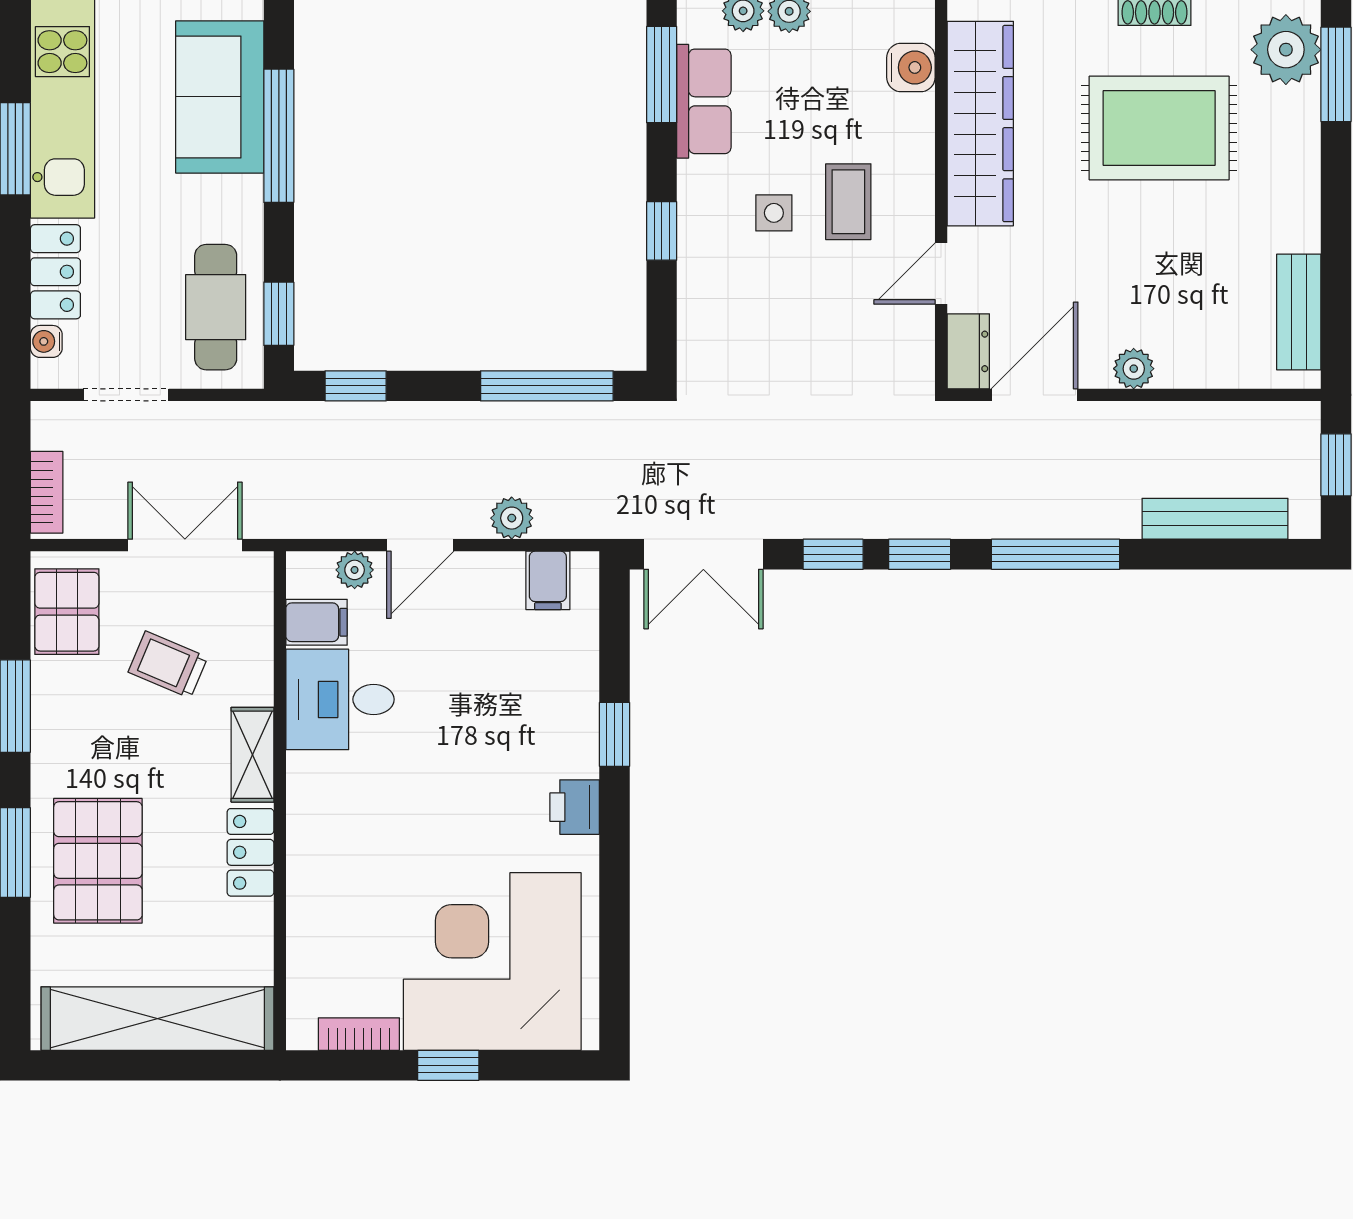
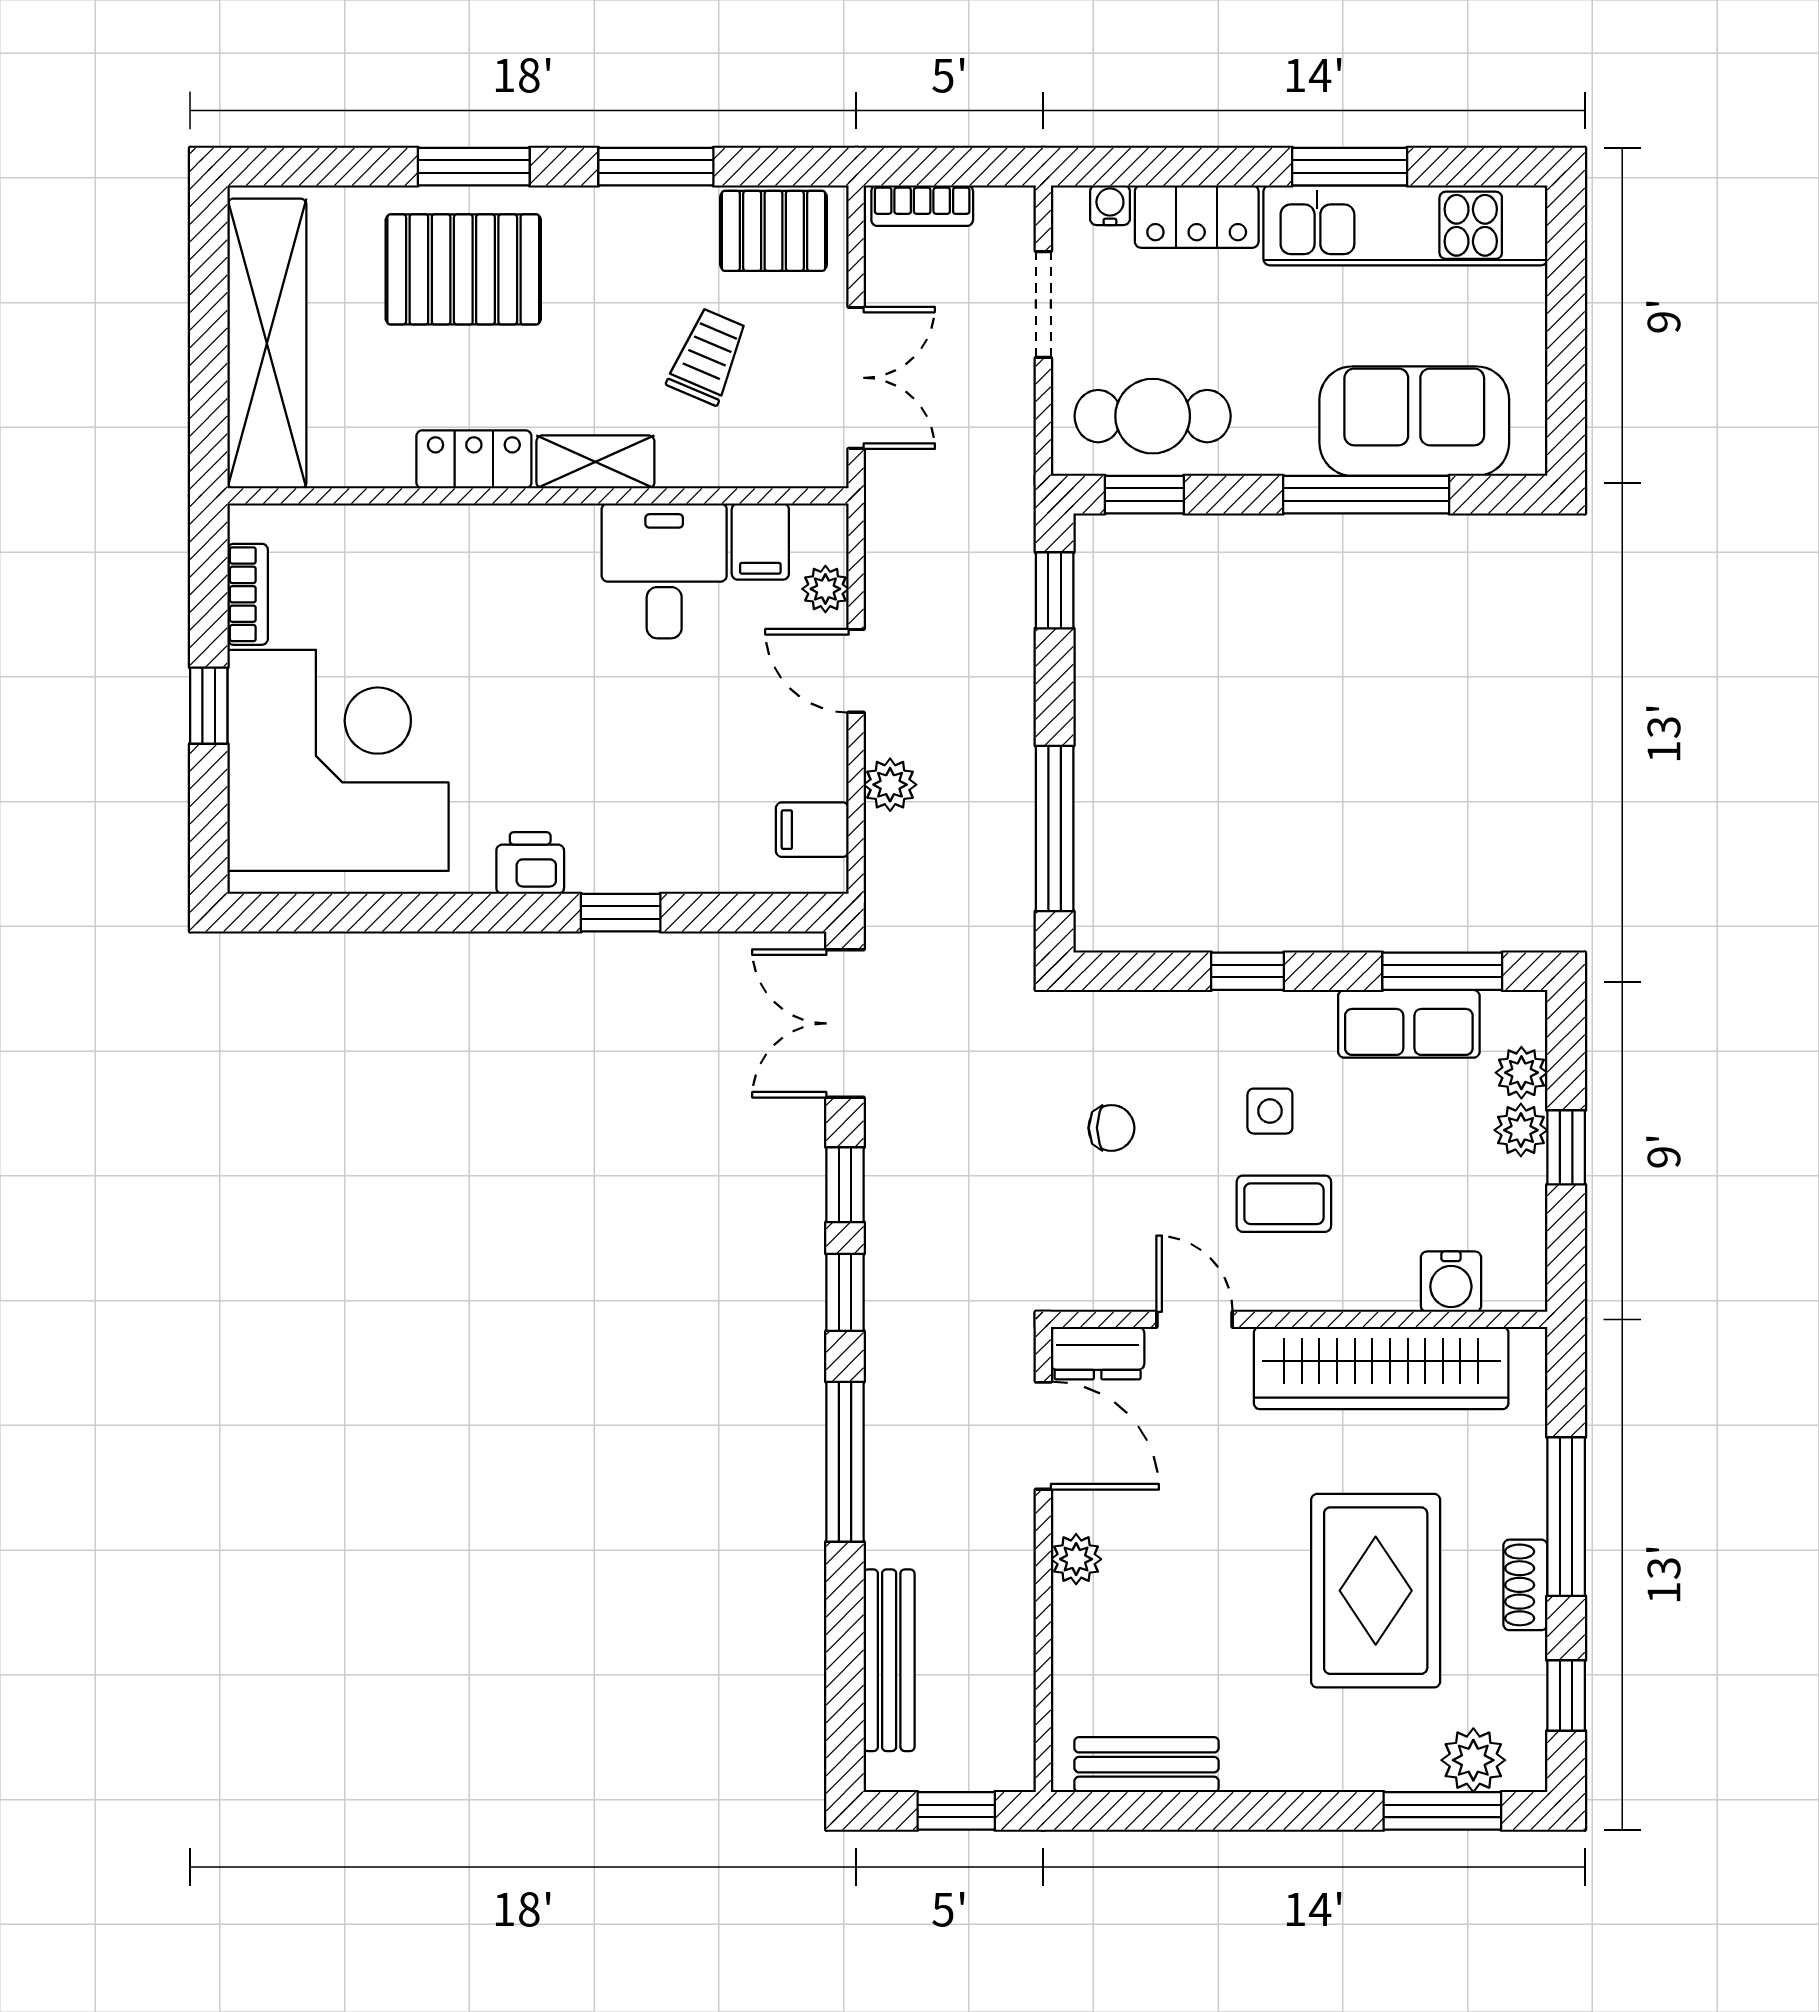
plant: (1286, 50) -> (1473, 1760), width x0.73, depth x0.73
chair: (787, 340) -> (1111, 1128), added

